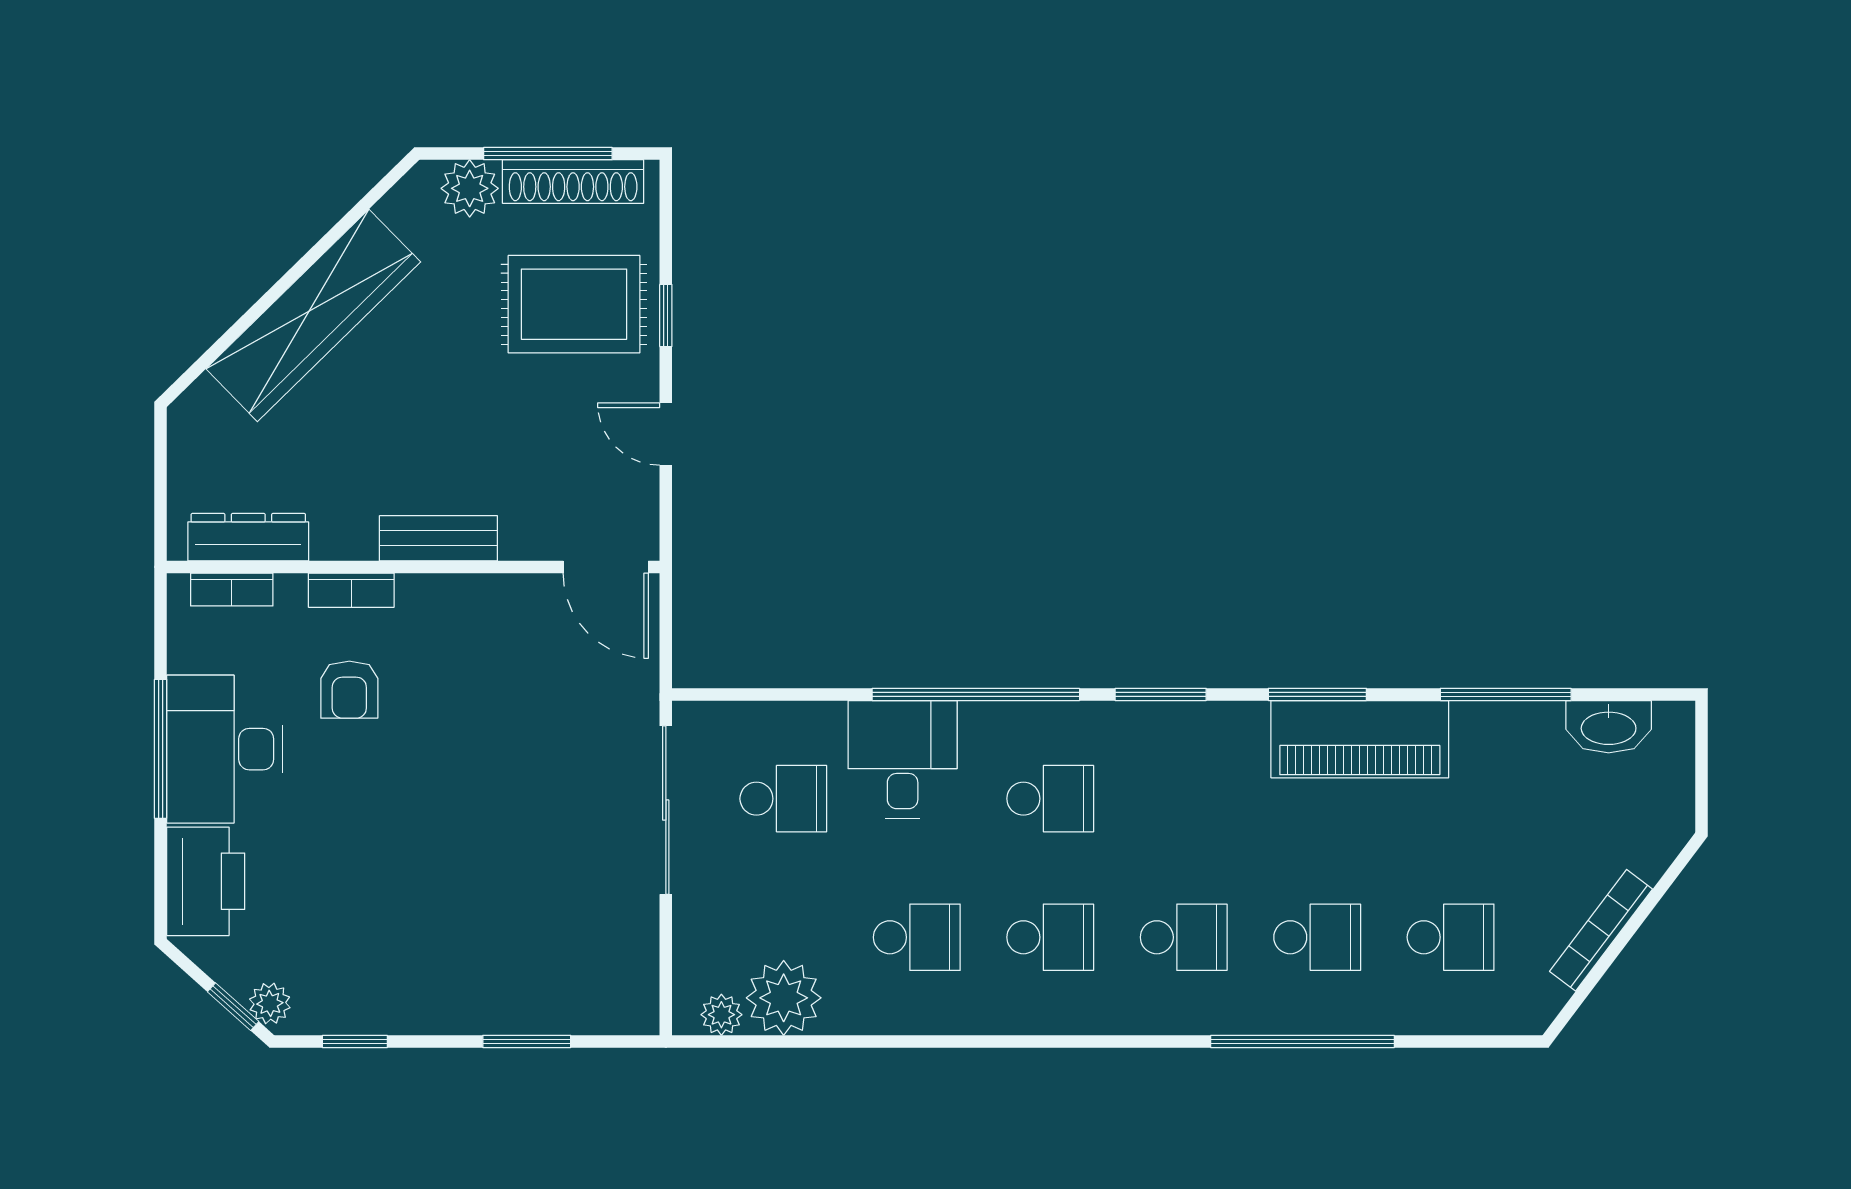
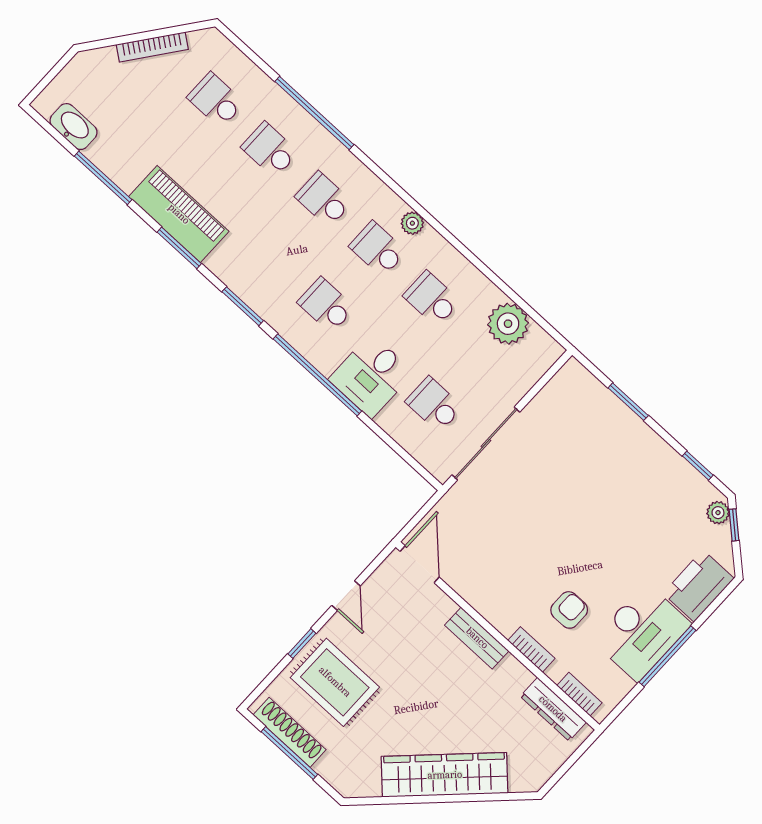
plant: (470, 188) -> (334, 768), removed
plant: (721, 1015) -> (412, 223), moved

